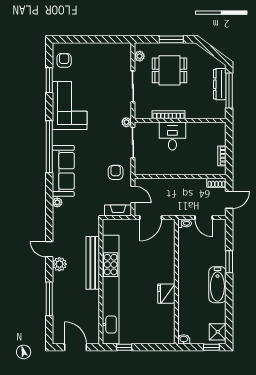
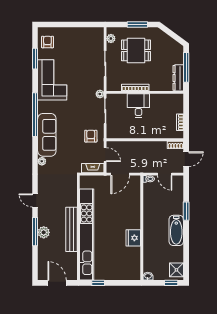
dresser: (220, 84) -> (178, 78), moved
bench: (93, 263) -> (72, 229), moved
plant: (59, 264) -> (44, 232), moved
window: (49, 299) -> (35, 232), moved

